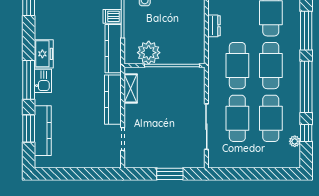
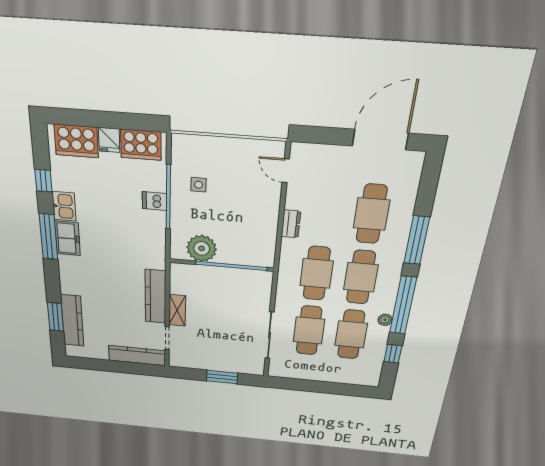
kitchen counter: (113, 49) -> (137, 356), moved, turned 90
window: (29, 80) -> (48, 237), moved
kitchen sink: (43, 81) -> (64, 206), moved
shelving: (131, 88) -> (177, 310), moved
plant: (295, 141) -> (385, 320), moved

